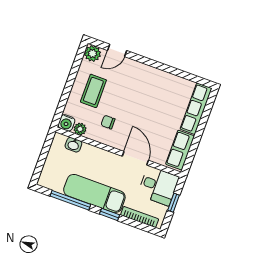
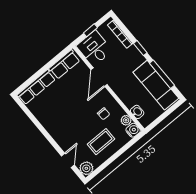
door: (117, 50) -> (68, 160), hinge flipped
exam couch: (94, 194) -> (156, 85), moved

